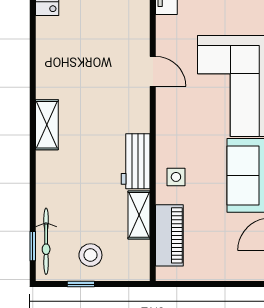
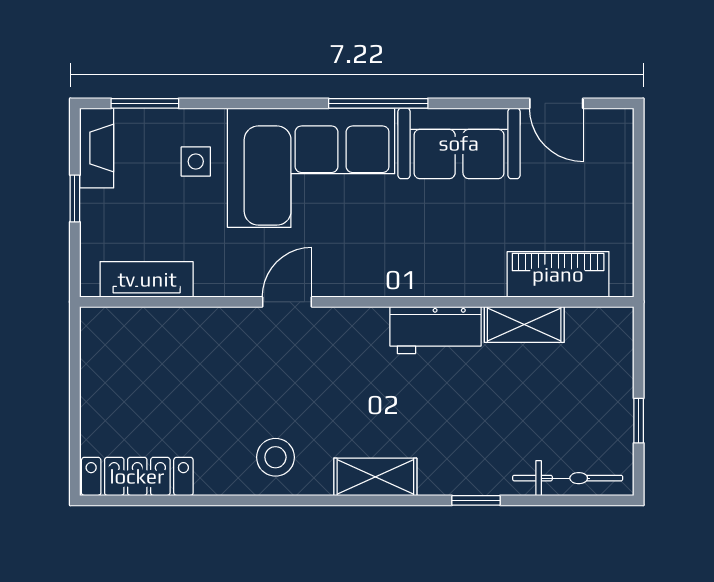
side table: (176, 177) -> (196, 161), moved
window: (33, 246) -> (476, 500), moved
stool: (90, 255) -> (275, 457), moved

